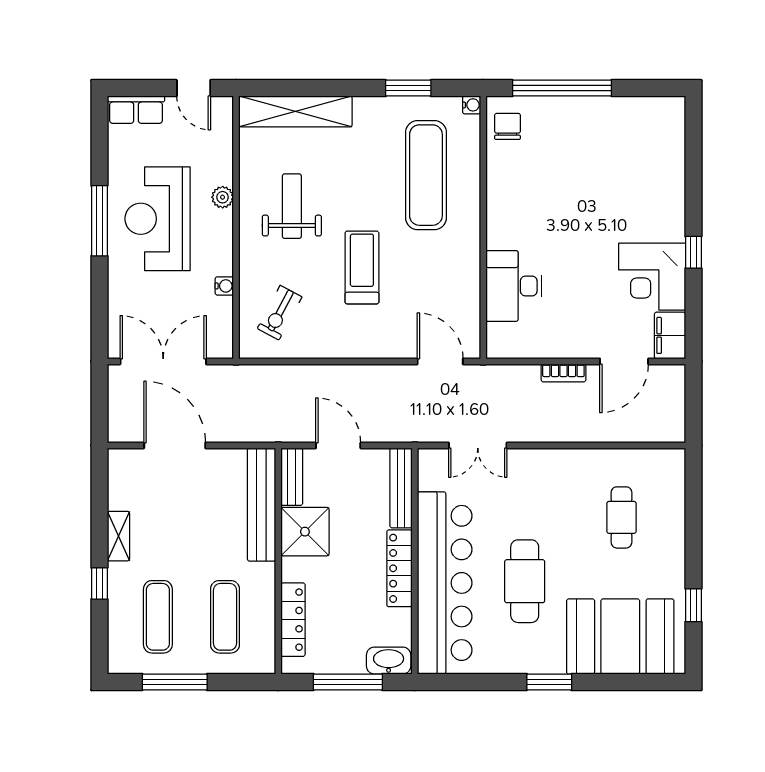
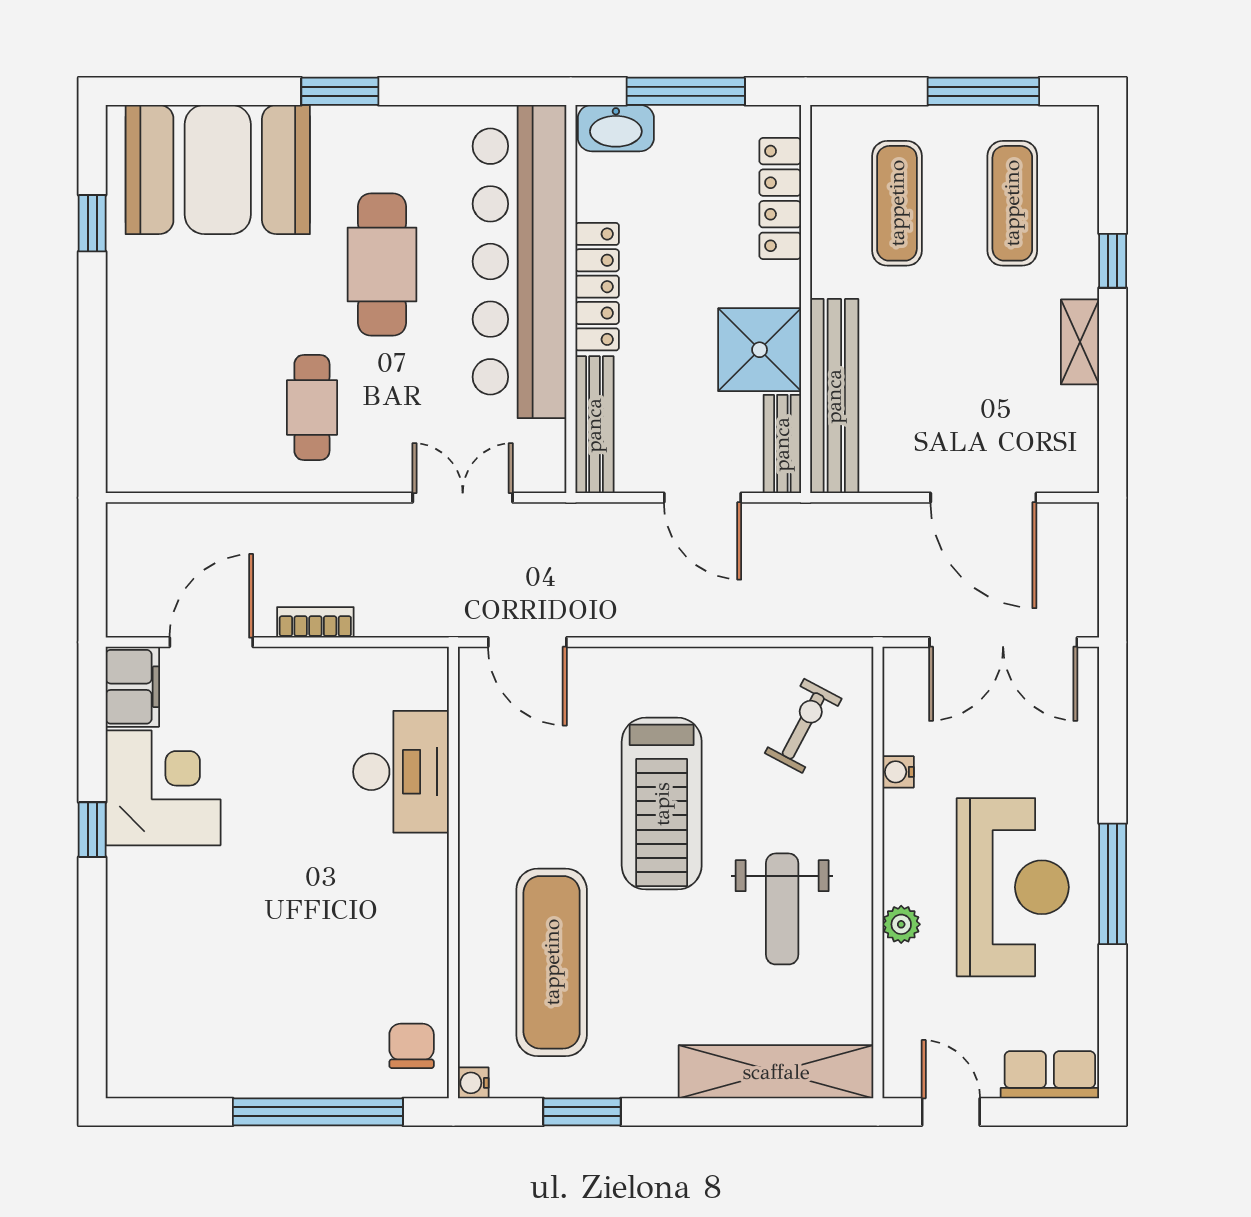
chair: (507, 126) -> (412, 1046), turned 180
treadmill: (362, 267) -> (662, 804), width x1.37, depth x1.38
cafe table: (621, 517) -> (312, 407), moved

